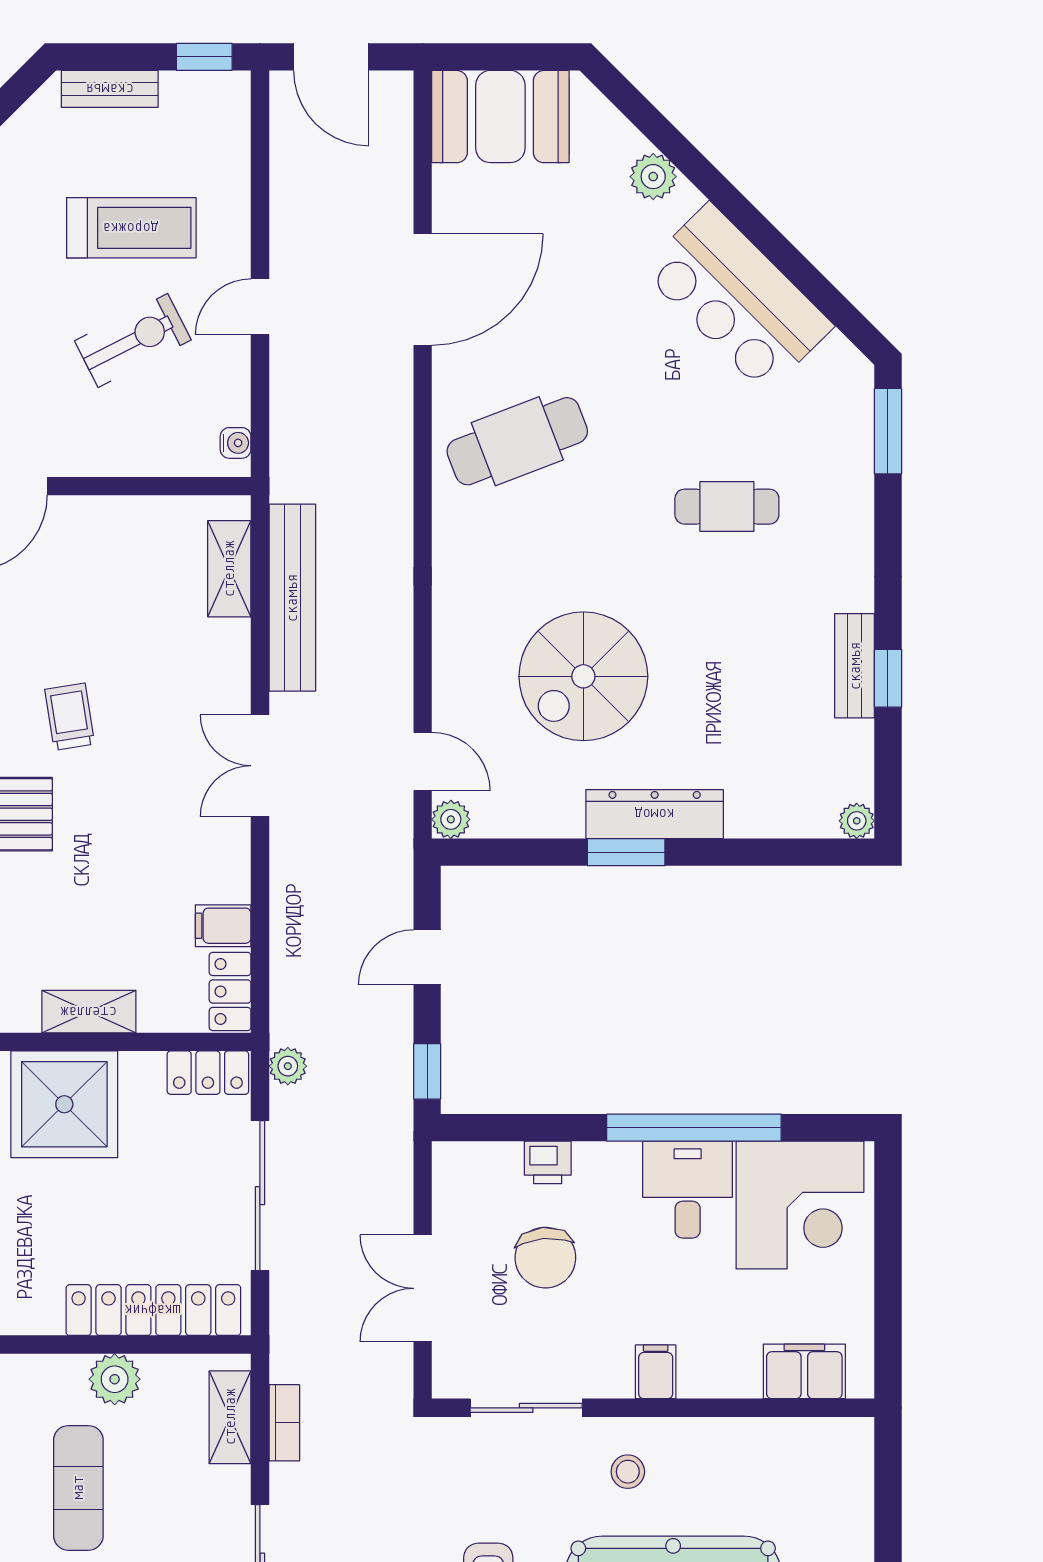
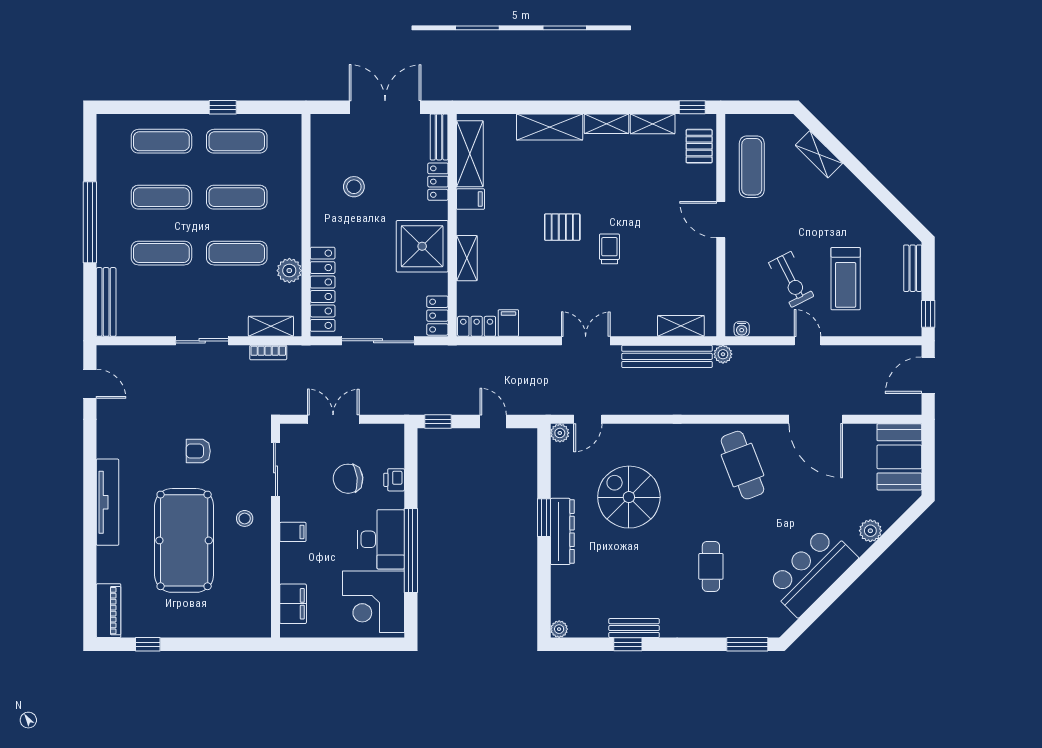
trolley: (70, 717) -> (609, 249), turned -81
plant: (288, 1066) -> (723, 354), moved
desk: (688, 1190) -> (381, 539), width x1.37

